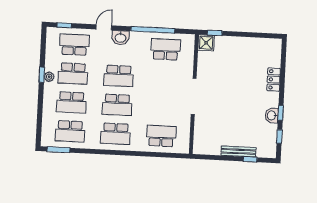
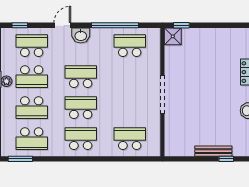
school desk: (119, 76) -> (81, 77), turned 180
school desk: (117, 105) -> (81, 108), turned 180
school desk: (116, 134) -> (81, 139), turned 180

